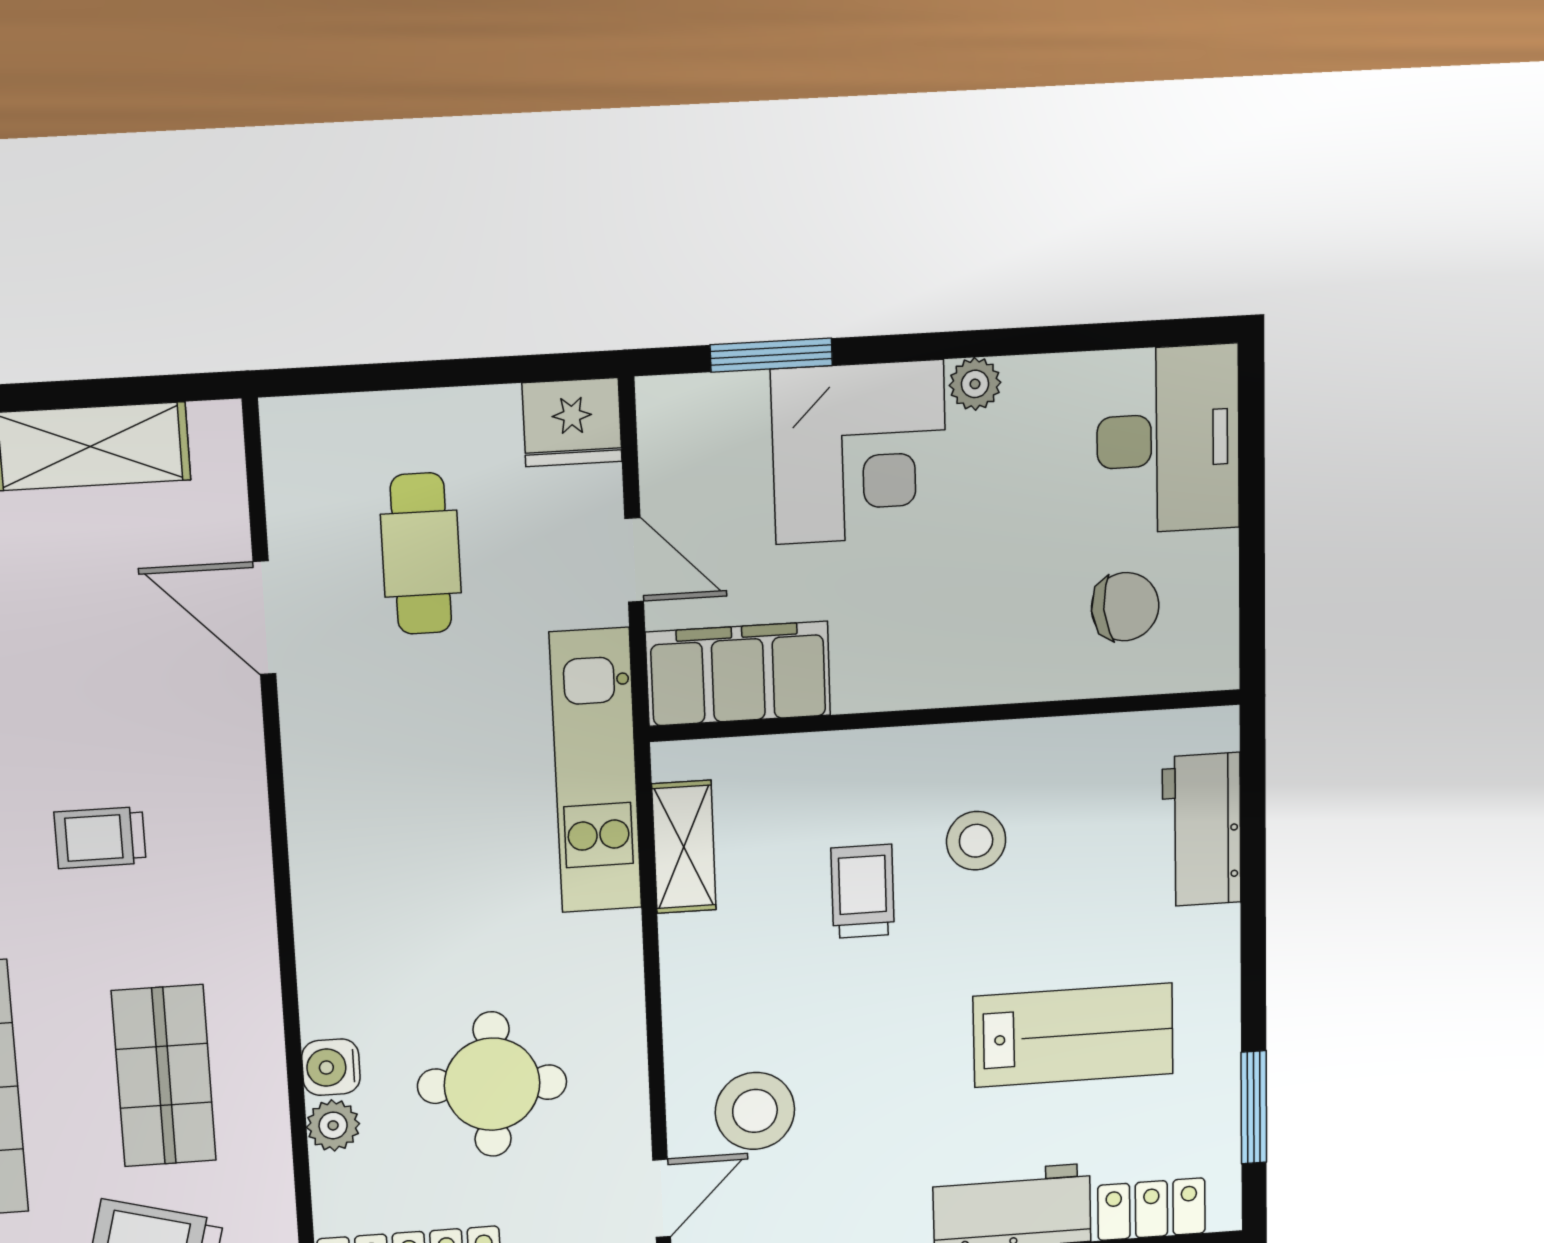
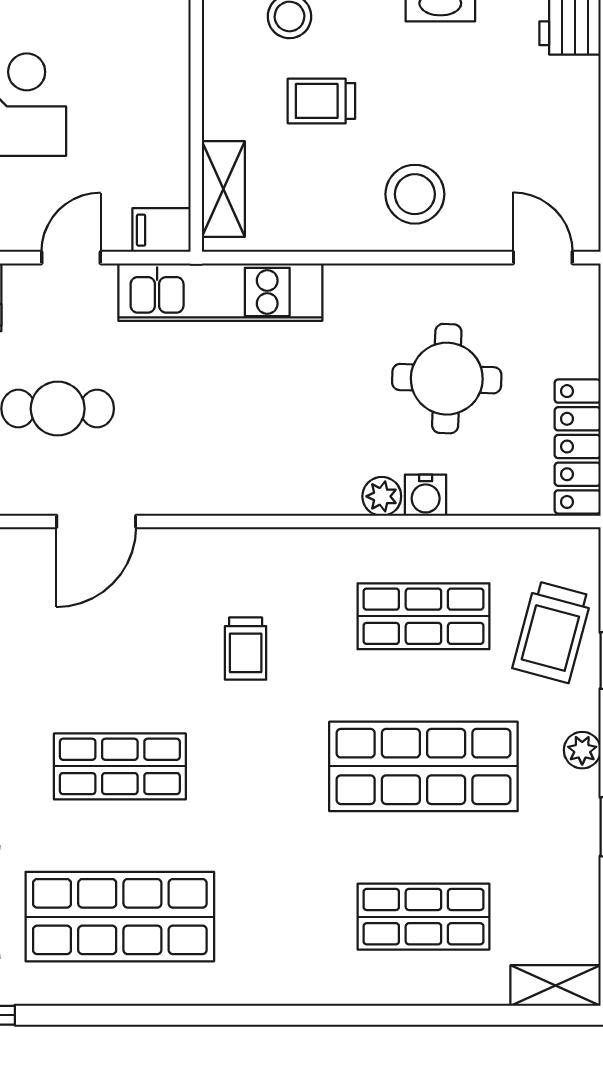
filing cabinet: (738, 674) -> (161, 230), width x0.33, depth x0.86
shelving: (684, 847) -> (223, 189), moved, turned 90
stool: (755, 1111) -> (415, 194), moved
plant: (333, 1125) -> (382, 496), moved

